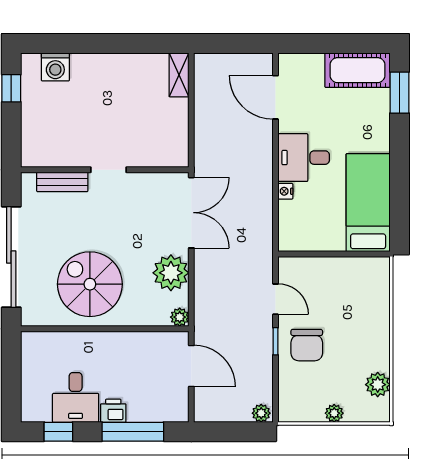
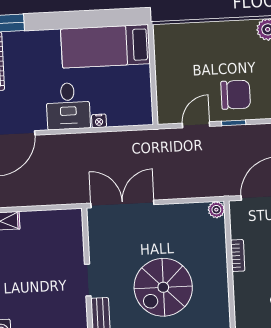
plant: (171, 273) -> (177, 220), removed
spiral stairs: (90, 284) -> (163, 287), moved
bookcase: (127, 338) -> (238, 256), added

